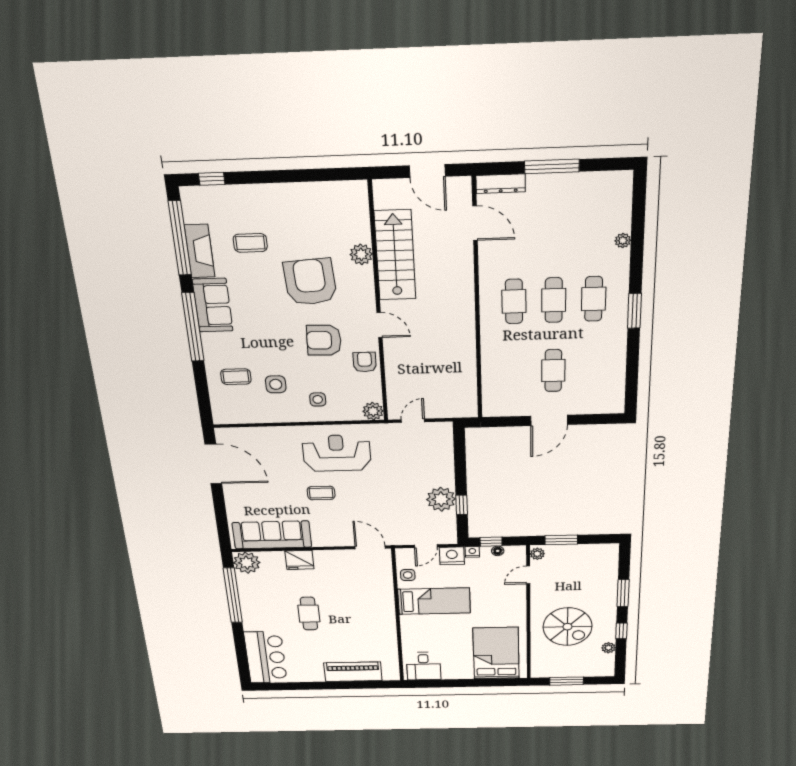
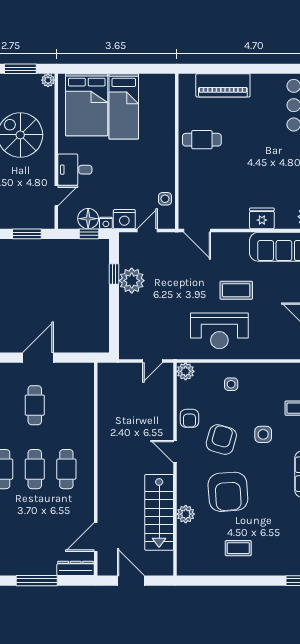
door: (475, 223) -> (96, 537), hinge flipped
coffee table: (250, 243) -> (238, 548), moved
armchair: (324, 340) -> (221, 440), turned -76
side table: (276, 384) -> (263, 434), moved
coffee table: (321, 493) -> (236, 290), width x1.36, depth x1.30
floor lamp: (498, 551) -> (88, 219), width x1.89, depth x1.89
plant: (537, 554) -> (48, 80), moved
bed: (434, 601) -> (124, 106), moved, turned -90
cafe table: (309, 614) -> (202, 140), moved, turned 90
desk: (424, 666) -> (75, 170), moved, turned -90

